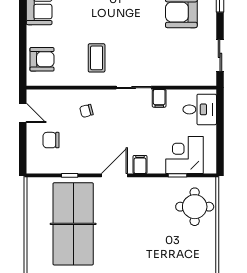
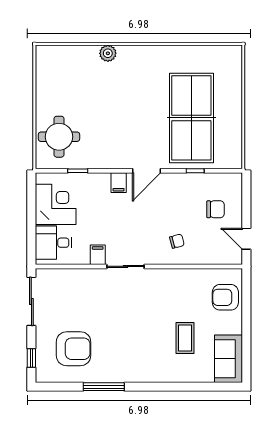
sliding door: (220, 55) -> (31, 301), width x1.37
coffee table: (97, 58) -> (185, 338), moved
corner desk: (185, 155) -> (56, 204), moved, turned -90

